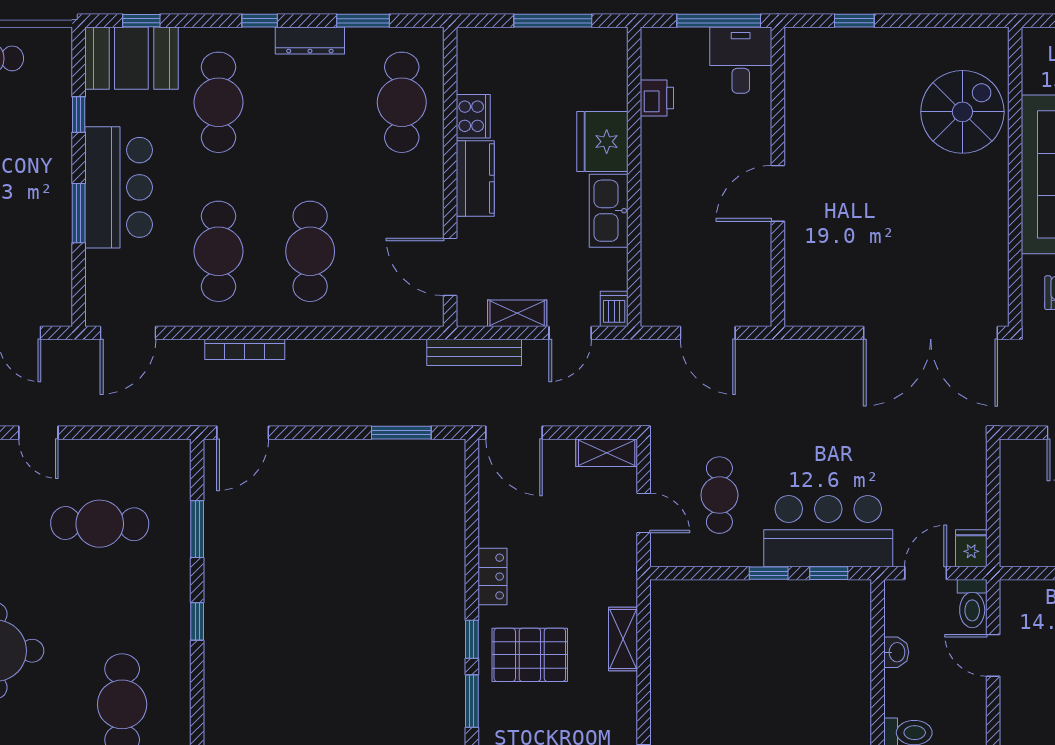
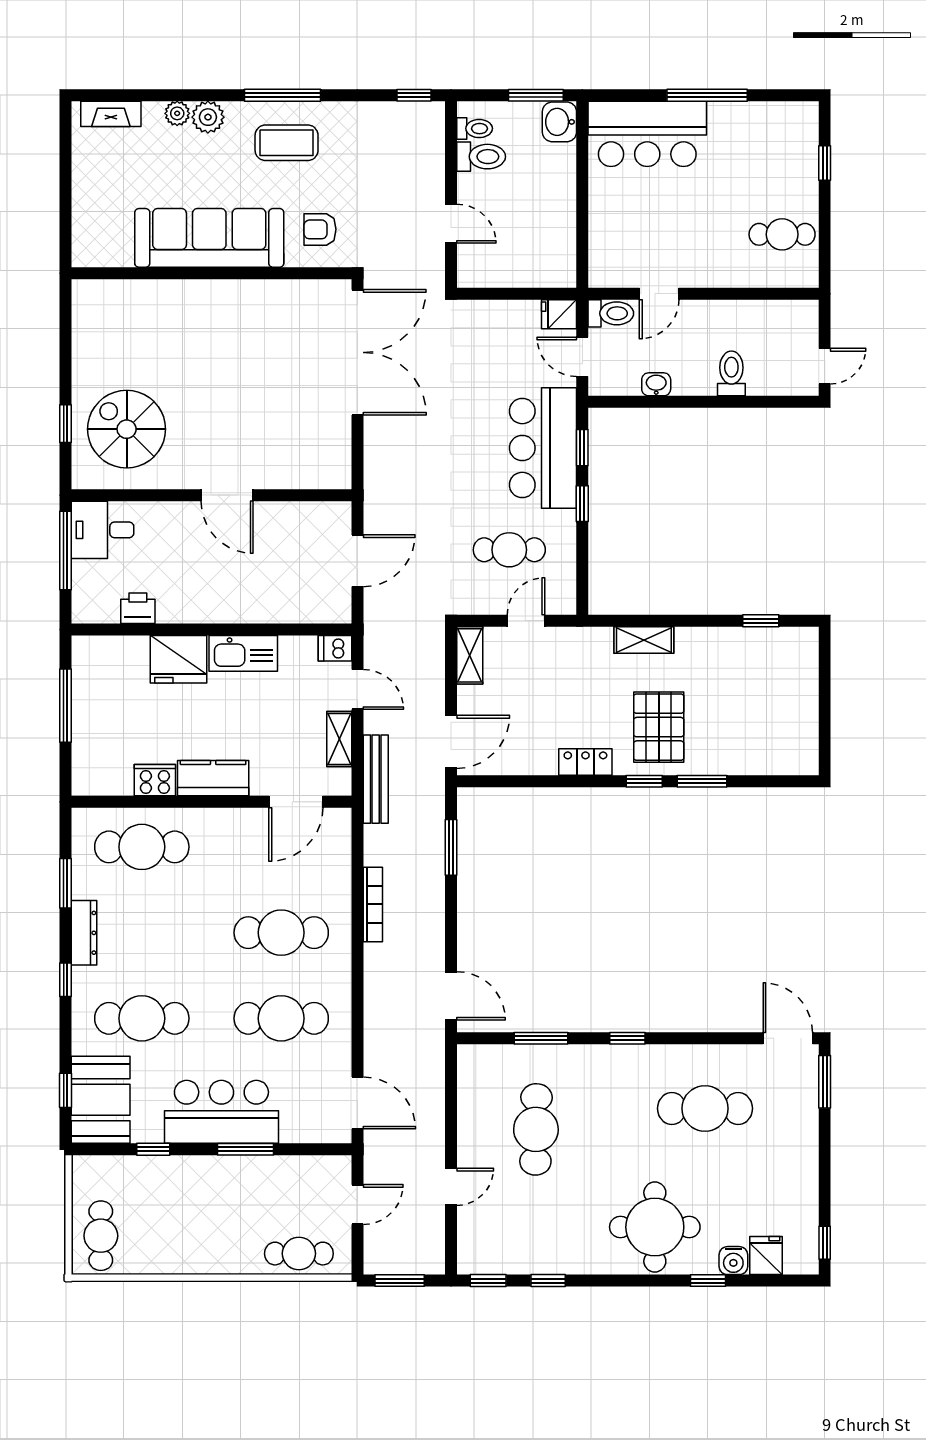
spiral stairs: (962, 112) -> (127, 429), moved
bookcase: (245, 349) -> (373, 904), moved

